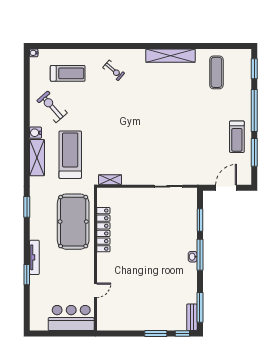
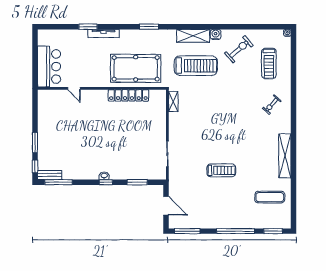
treadmill: (237, 137) -> (221, 170), moved, turned 180
window: (254, 152) -> (187, 231), moved
window: (200, 255) -> (106, 182), width x0.46

